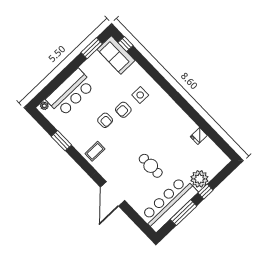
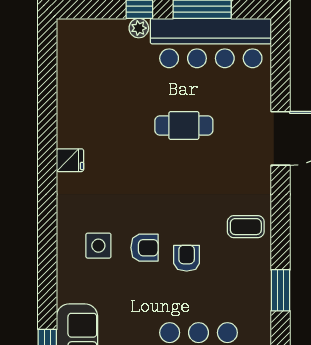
fridge: (199, 136) -> (70, 160), moved
cafe table: (151, 166) -> (184, 125), turned 90
plant: (199, 179) -> (139, 28), width x0.53, depth x0.53

